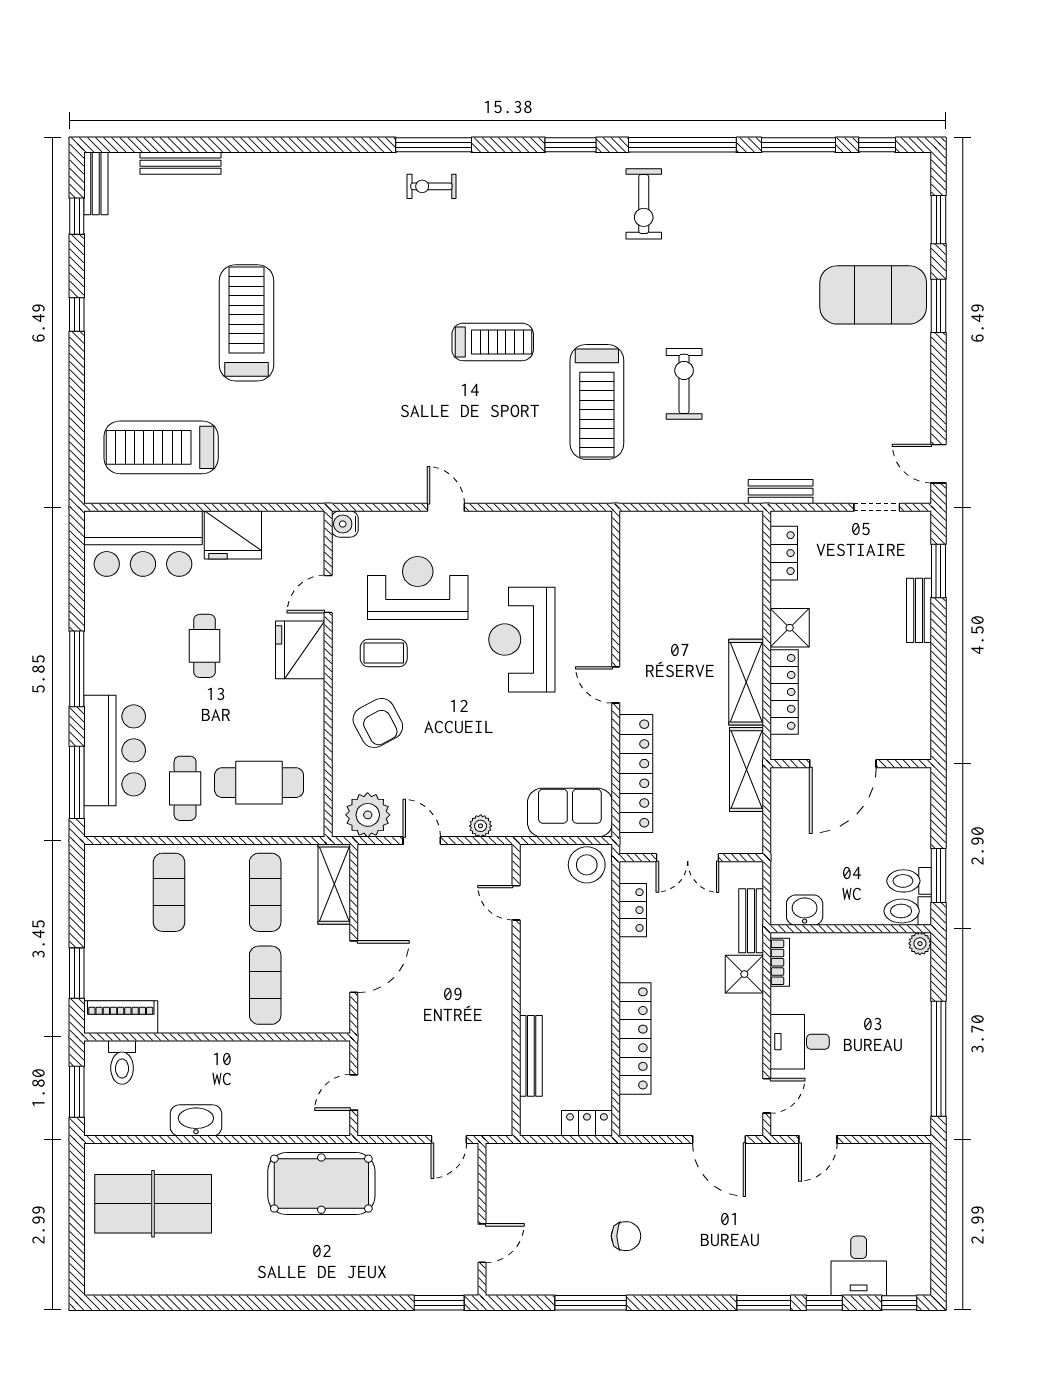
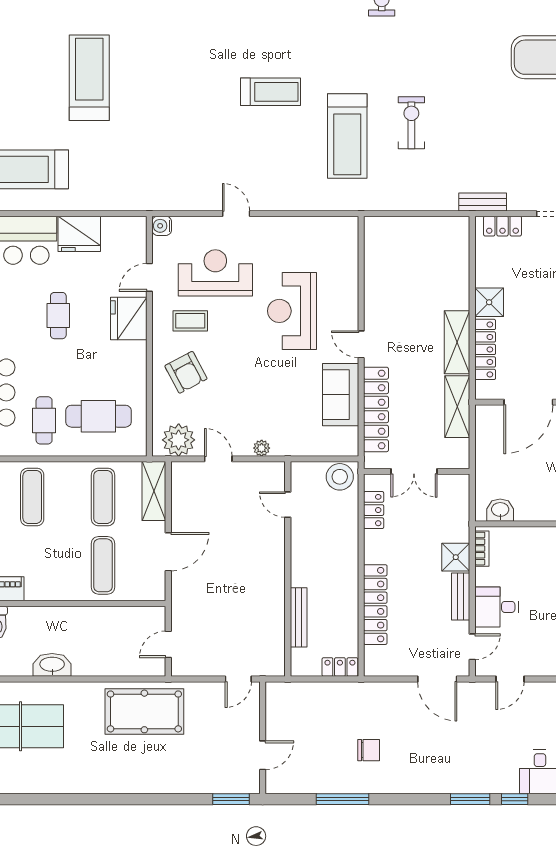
locker: (784, 553) -> (502, 226), moved, turned 90
sofa: (570, 813) -> (341, 395), moved, turned -90
bench: (751, 921) -> (461, 596), moved

